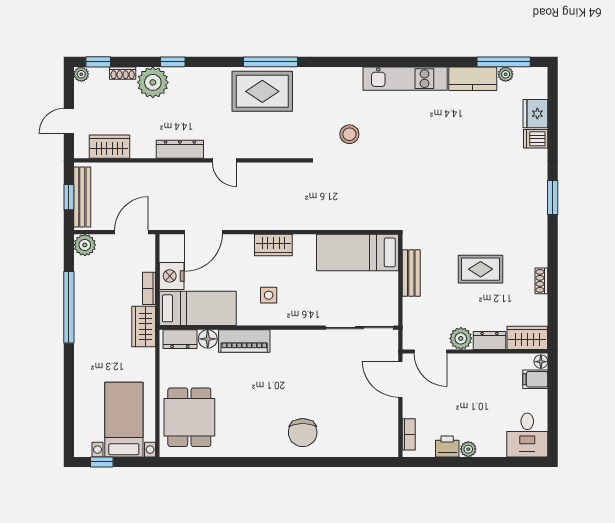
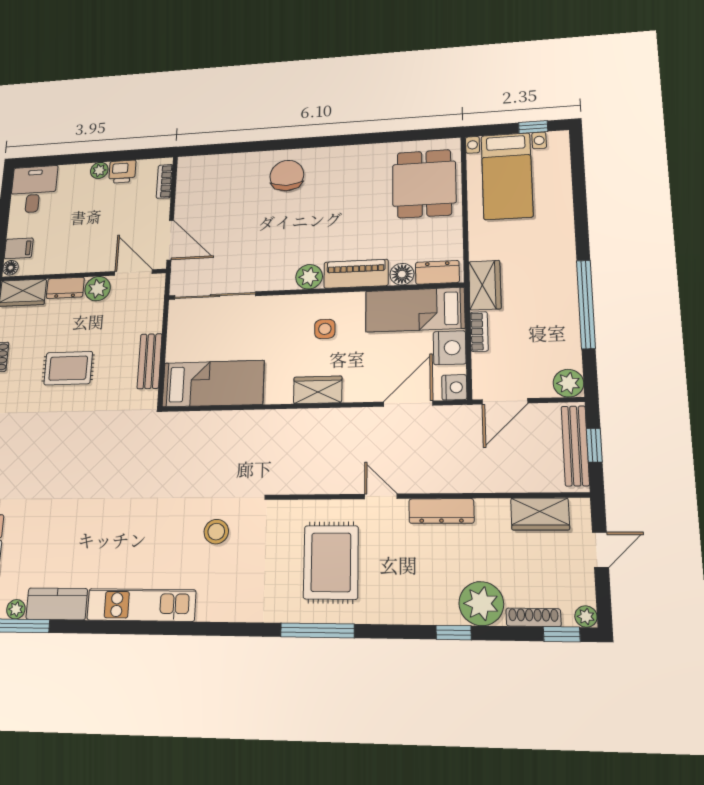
shoe rack: (123, 73) -> (533, 617), width x1.43
rug: (262, 91) -> (331, 562), moved, turned 90
nightstand: (169, 244) -> (454, 387), added
plant: (282, 340) -> (309, 277), added

